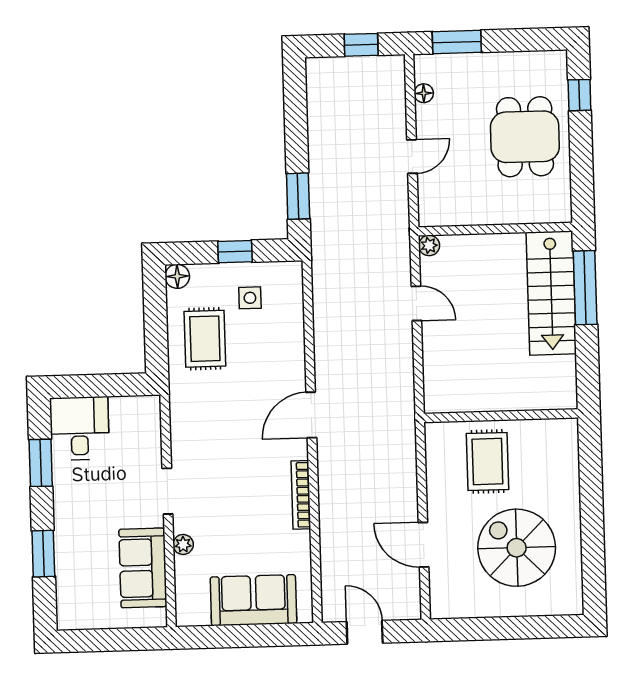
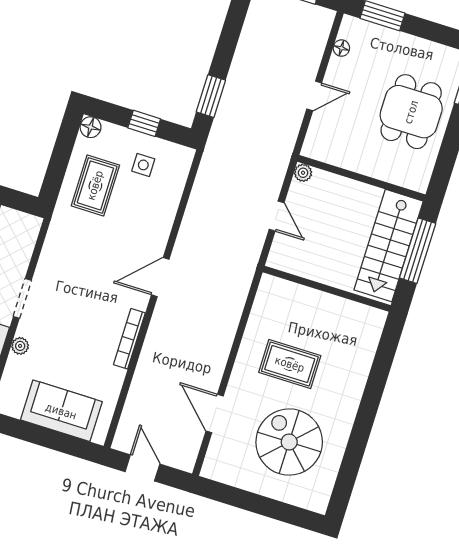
wall: (501, 416) -> (327, 289), moved
rug: (487, 461) -> (290, 364), turned 90

